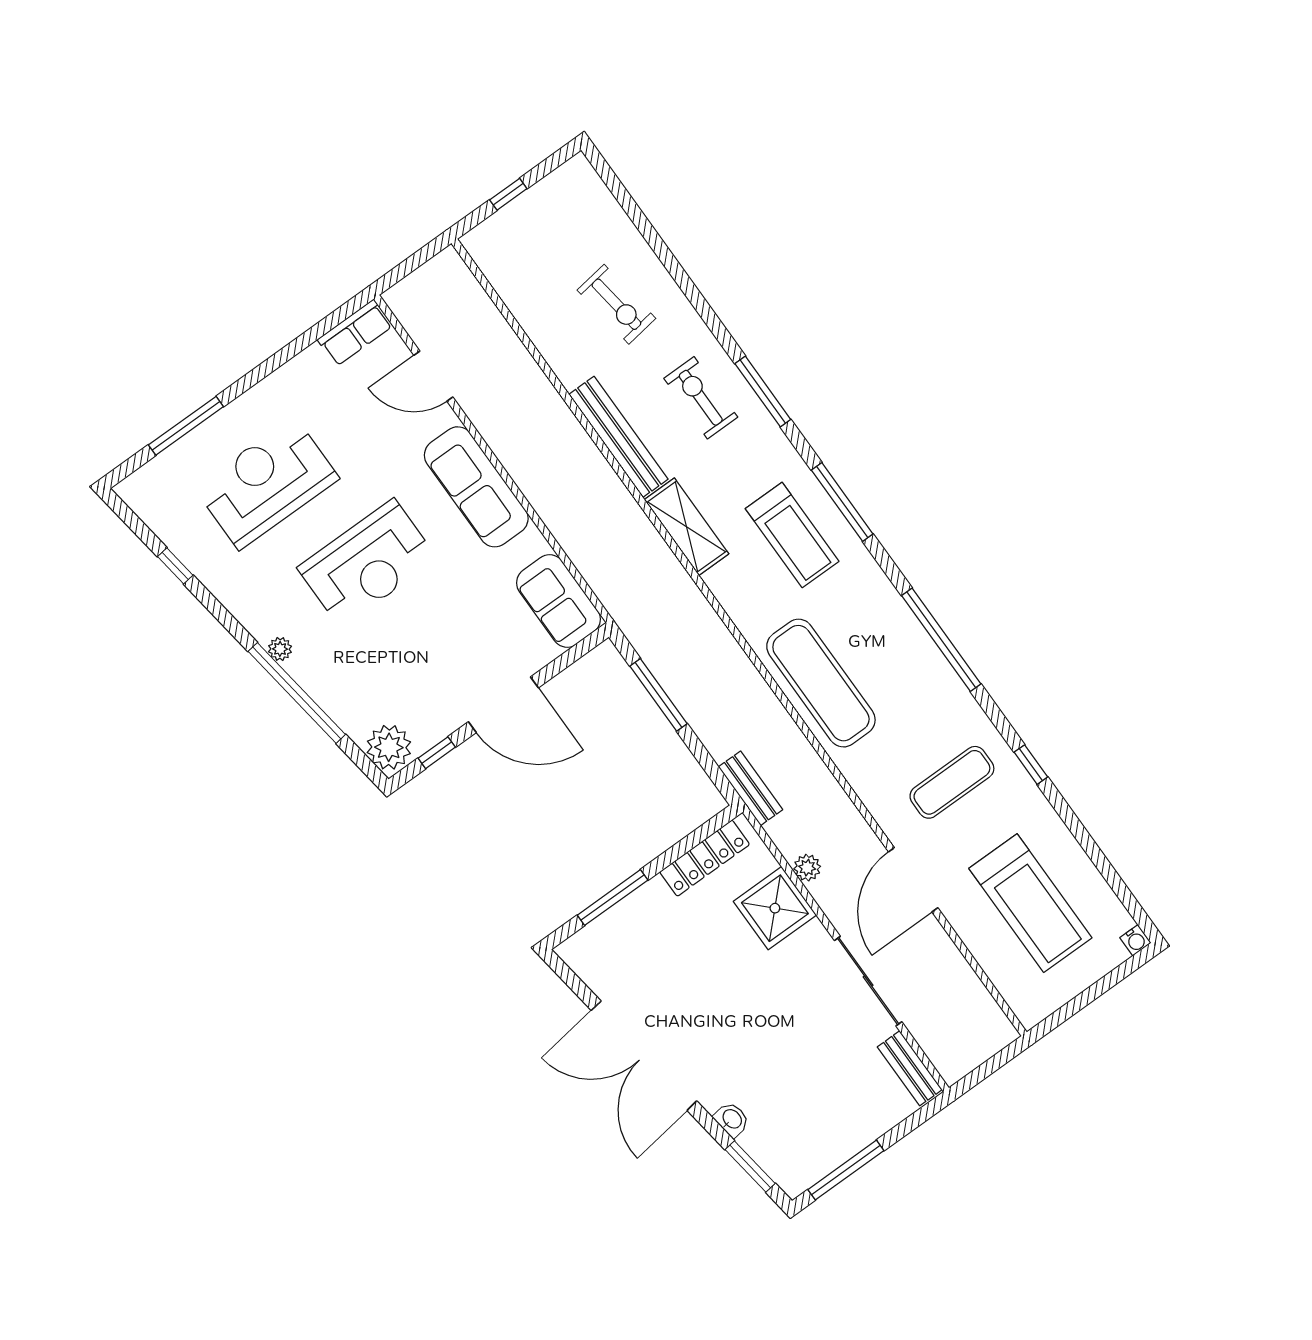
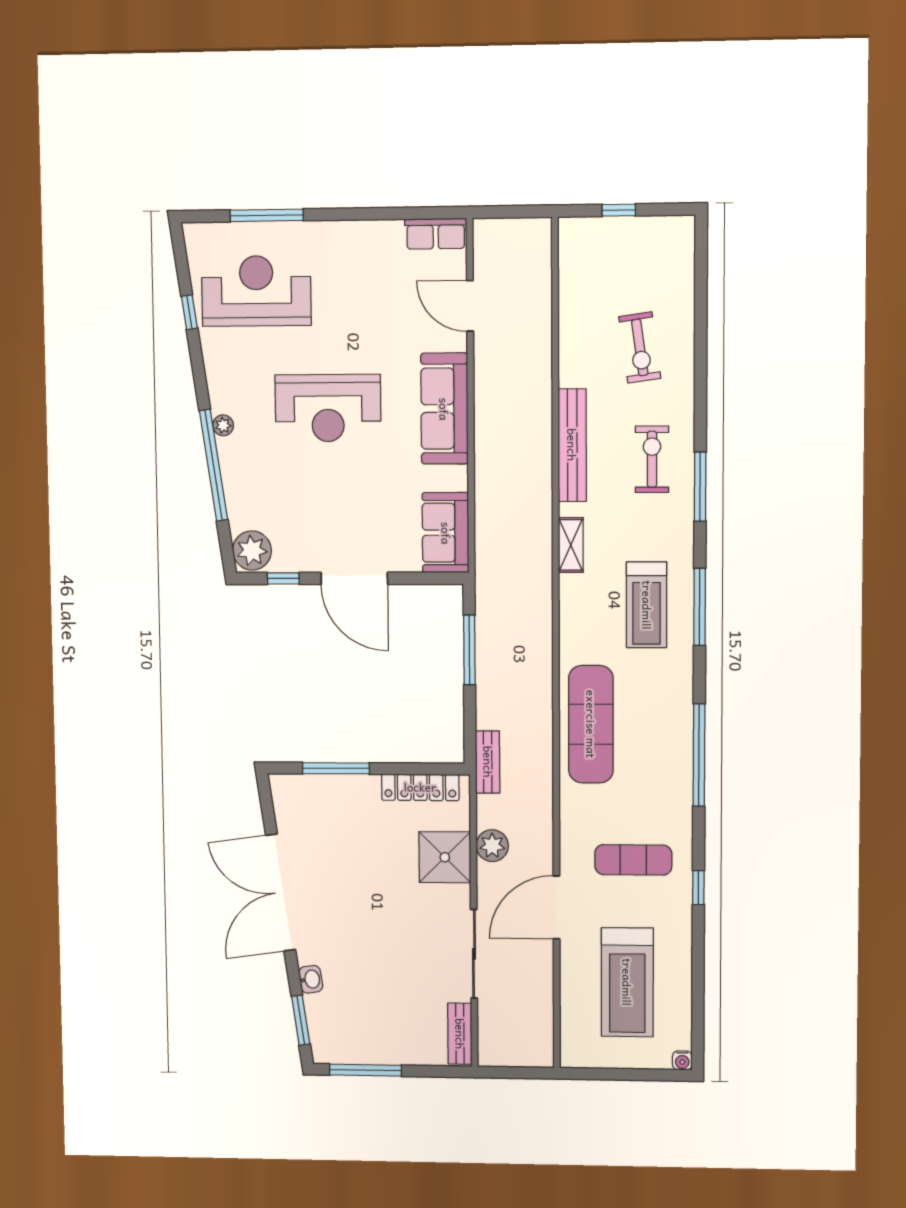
reception desk: (267, 483) -> (256, 291), moved
shelving: (686, 527) -> (571, 545), width x0.67, depth x0.75
plant: (807, 868) -> (492, 846), width x1.38, depth x1.38

